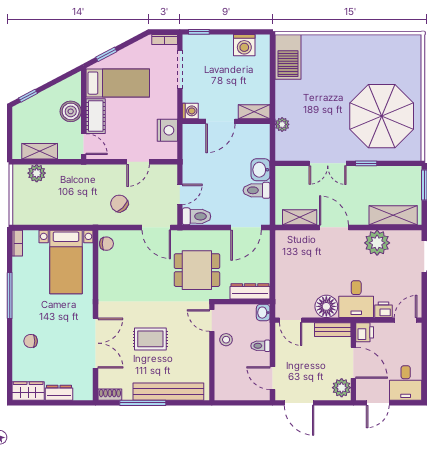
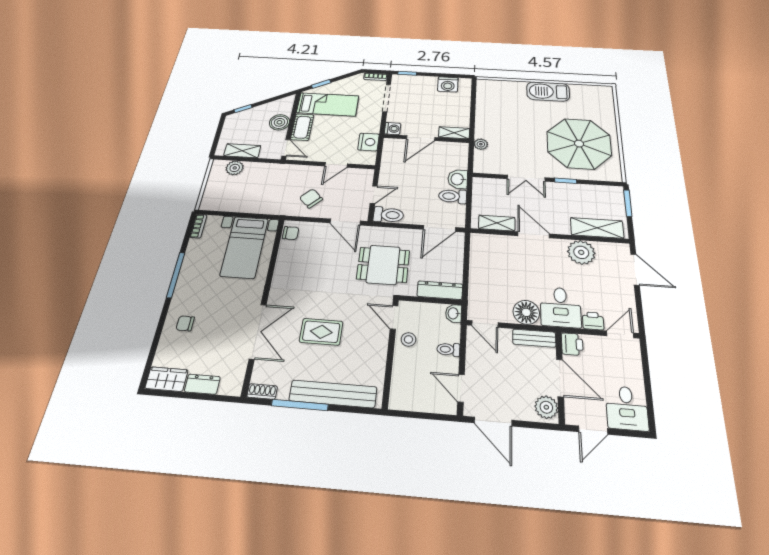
barbecue: (288, 57) -> (548, 91), moved, turned 90

